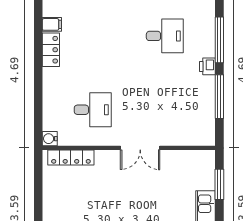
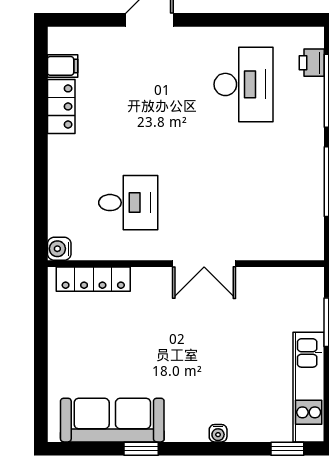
desk: (165, 36) -> (244, 84), width x1.37
printer: (207, 66) -> (312, 63), moved

